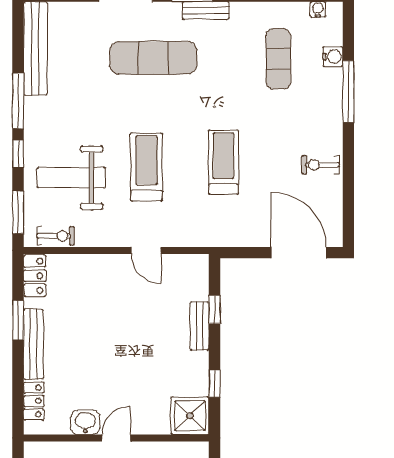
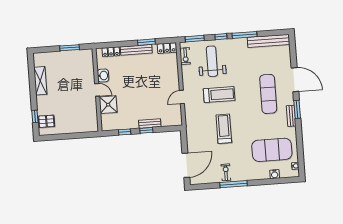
exercise mat: (278, 59) -> (272, 150), width x2.00, depth x1.45
window: (348, 91) -> (234, 184), moved
treadmill: (223, 162) -> (224, 129), turned -90
window: (214, 310) -> (146, 130), moved
shower: (190, 416) -> (108, 105), moved

